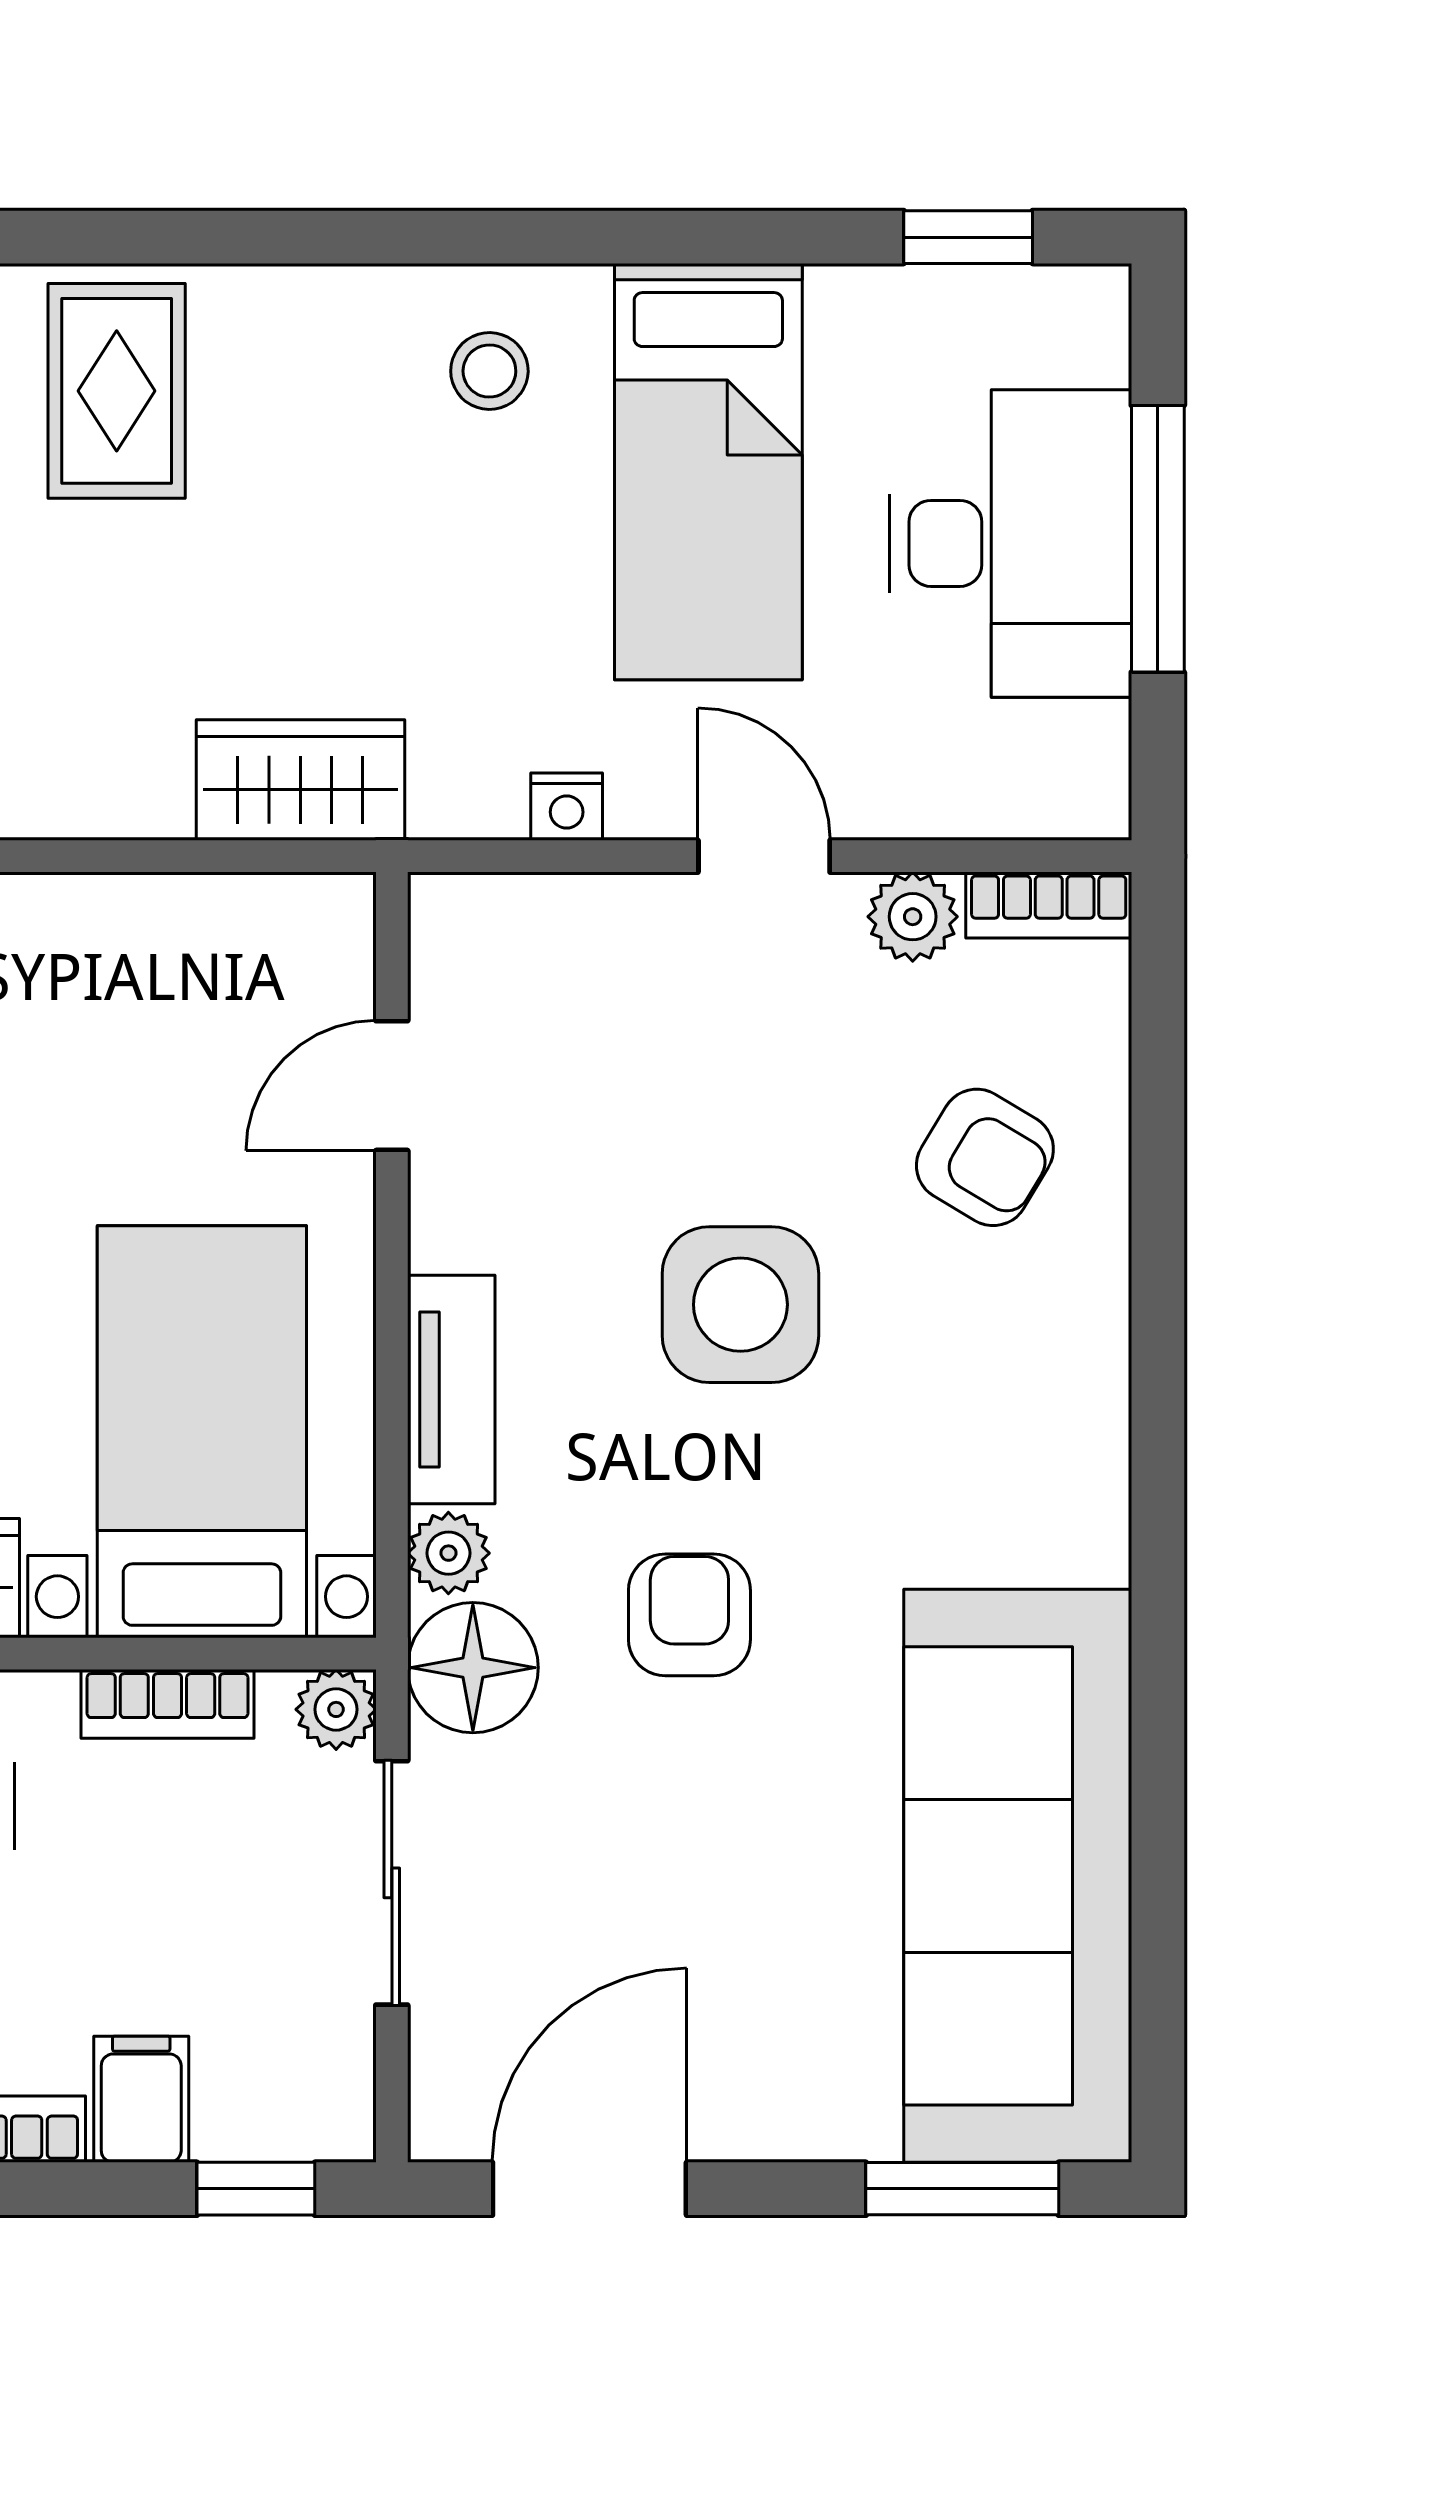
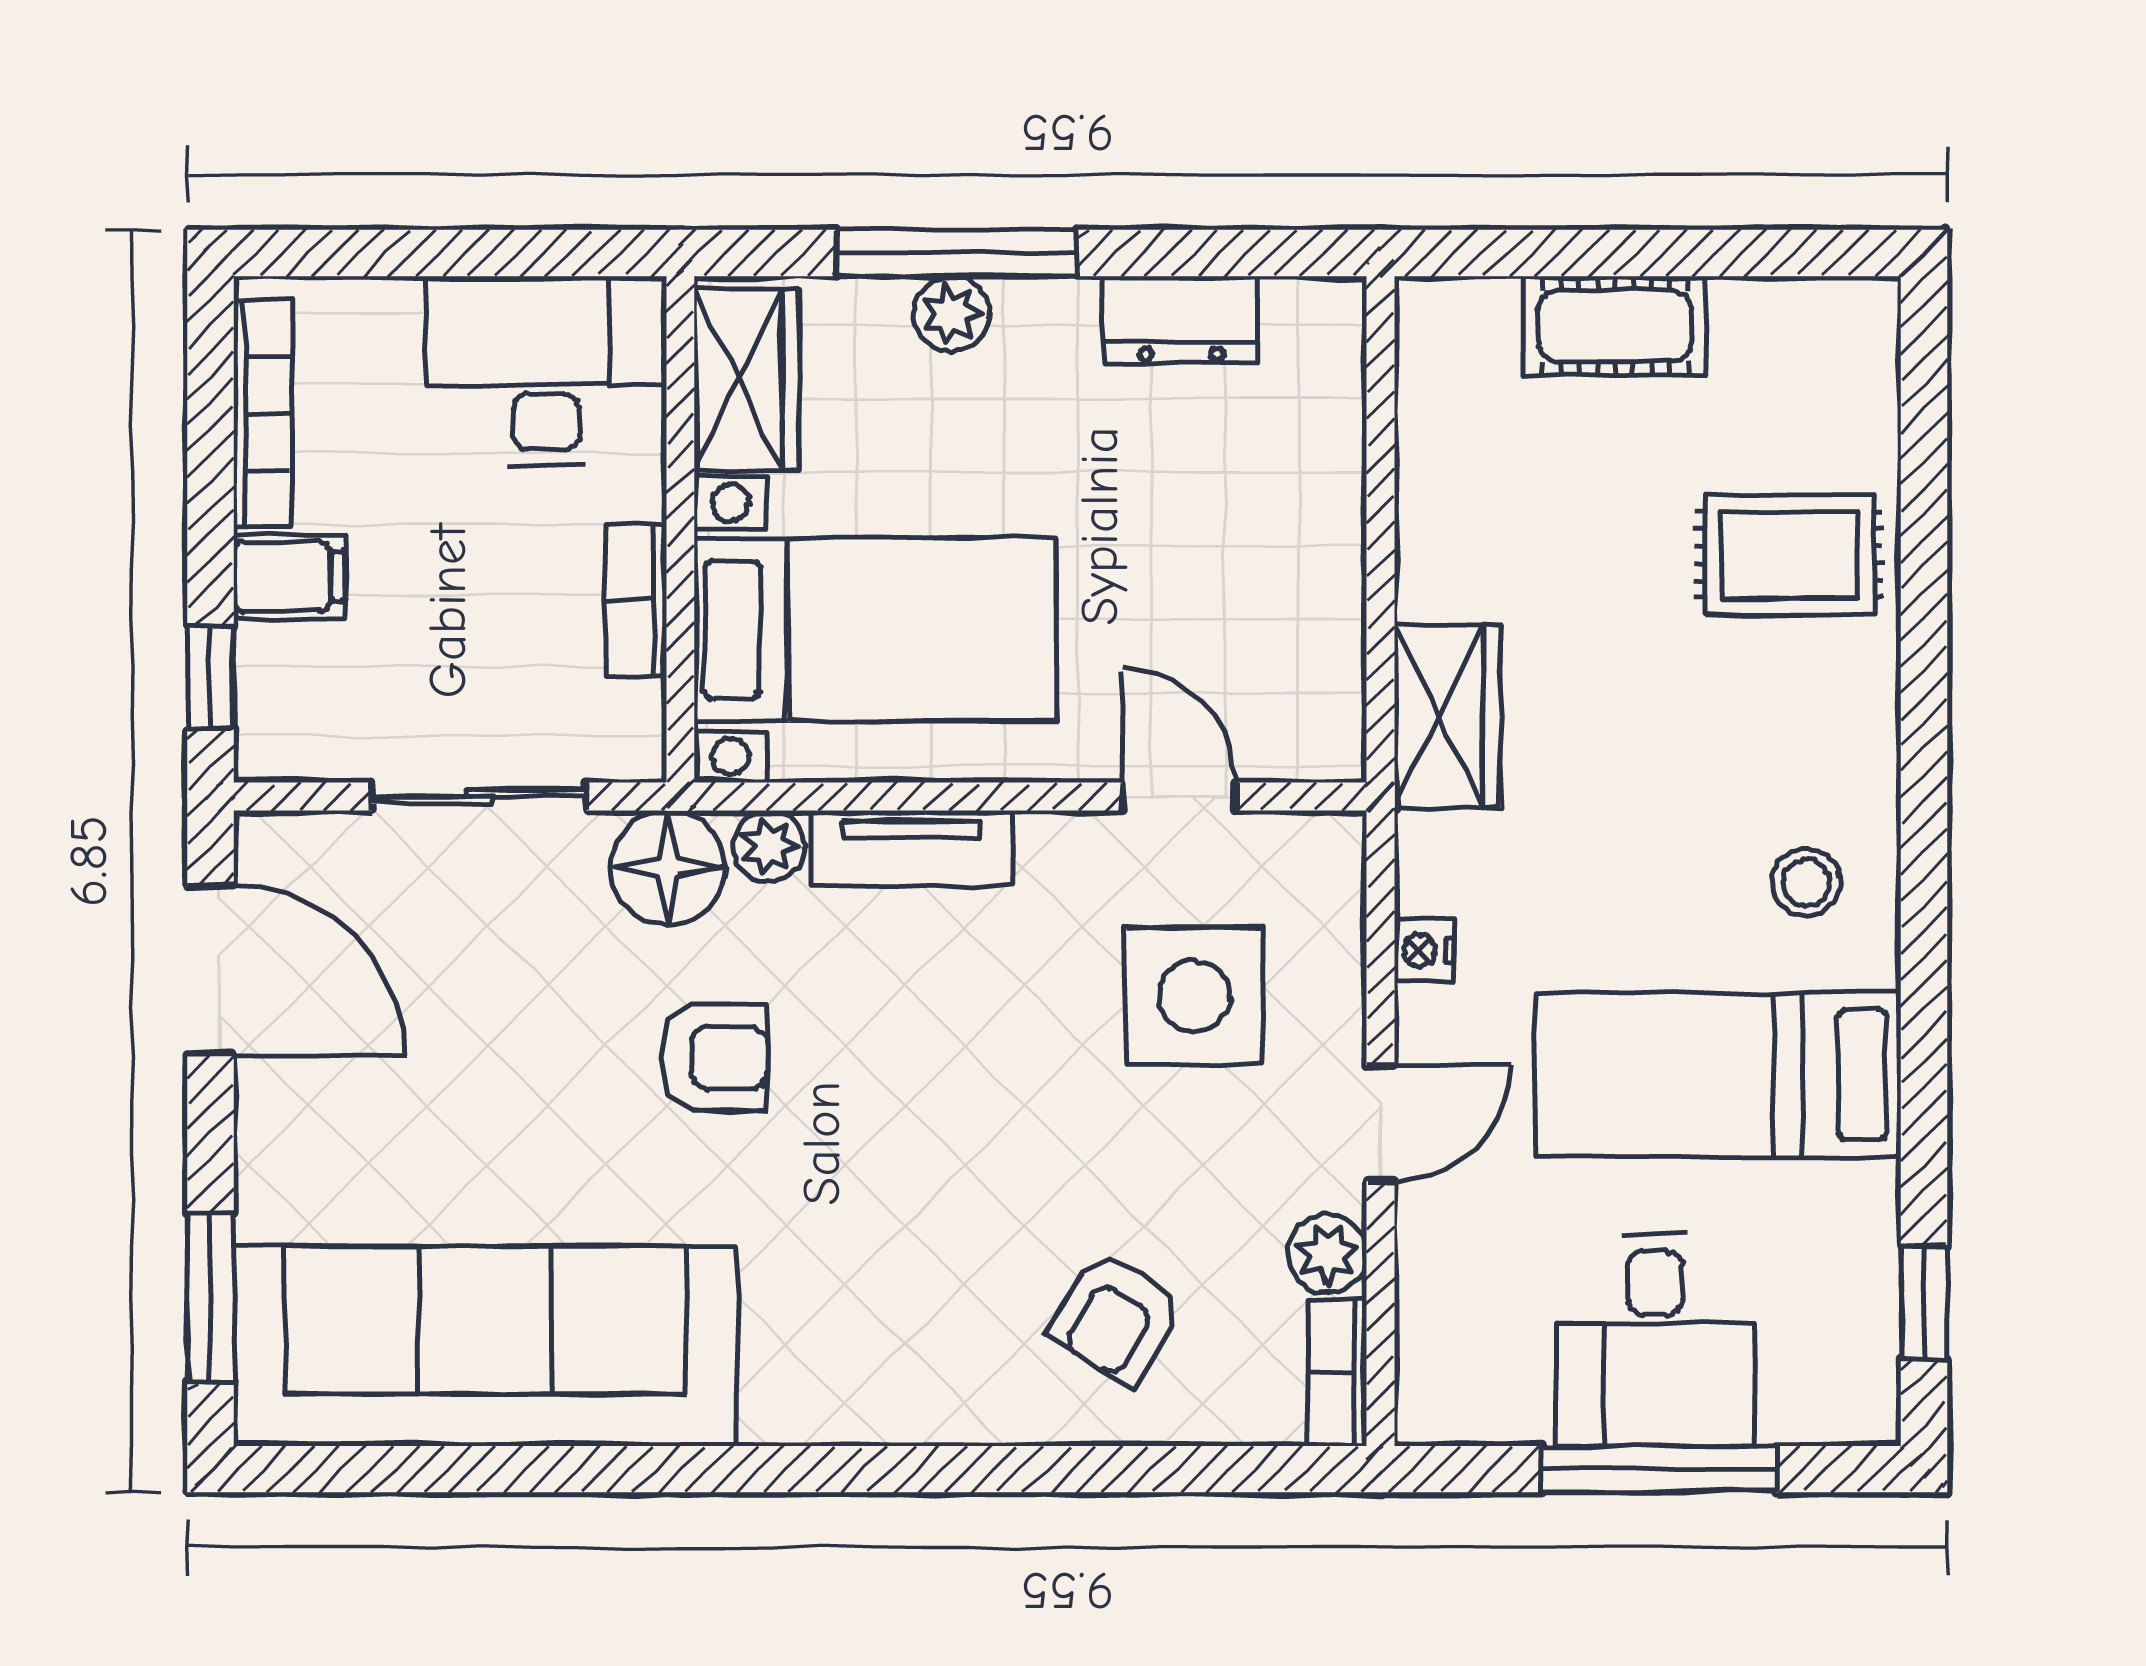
desk: (1011, 543) -> (1655, 1340), width x0.73
side table: (740, 1305) -> (1194, 996), moved
plant: (336, 1709) -> (631, 748), removed

